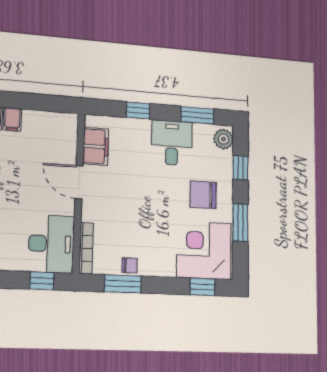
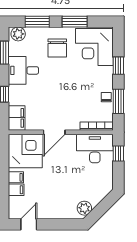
corner desk: (52, 136) -> (25, 151), added
filing cabinet: (96, 146) -> (17, 118), moved, turned 90
window: (241, 168) -> (37, 22), width x1.50
window: (203, 287) -> (118, 66), moved

